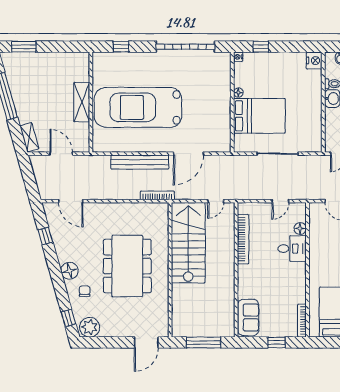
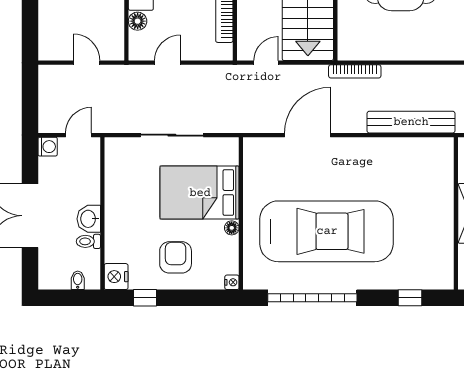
window: (261, 47) -> (145, 298), moved
armchair: (275, 73) -> (176, 257), added
car: (138, 107) -> (327, 231), moved
bench: (140, 162) -> (411, 122), moved

